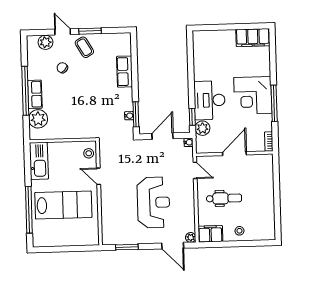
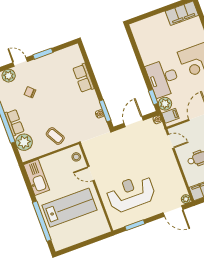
coffee table: (84, 47) -> (55, 136), moved
filing cabinet: (204, 143) -> (170, 116), added
reception desk: (153, 202) -> (131, 193), moved, turned -90

